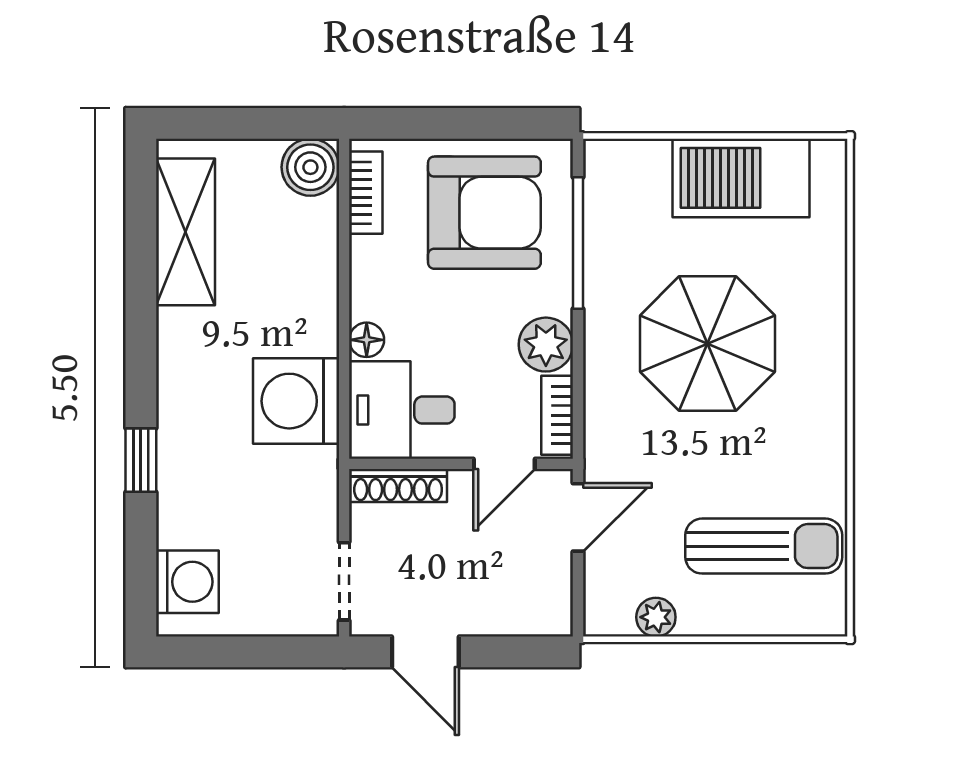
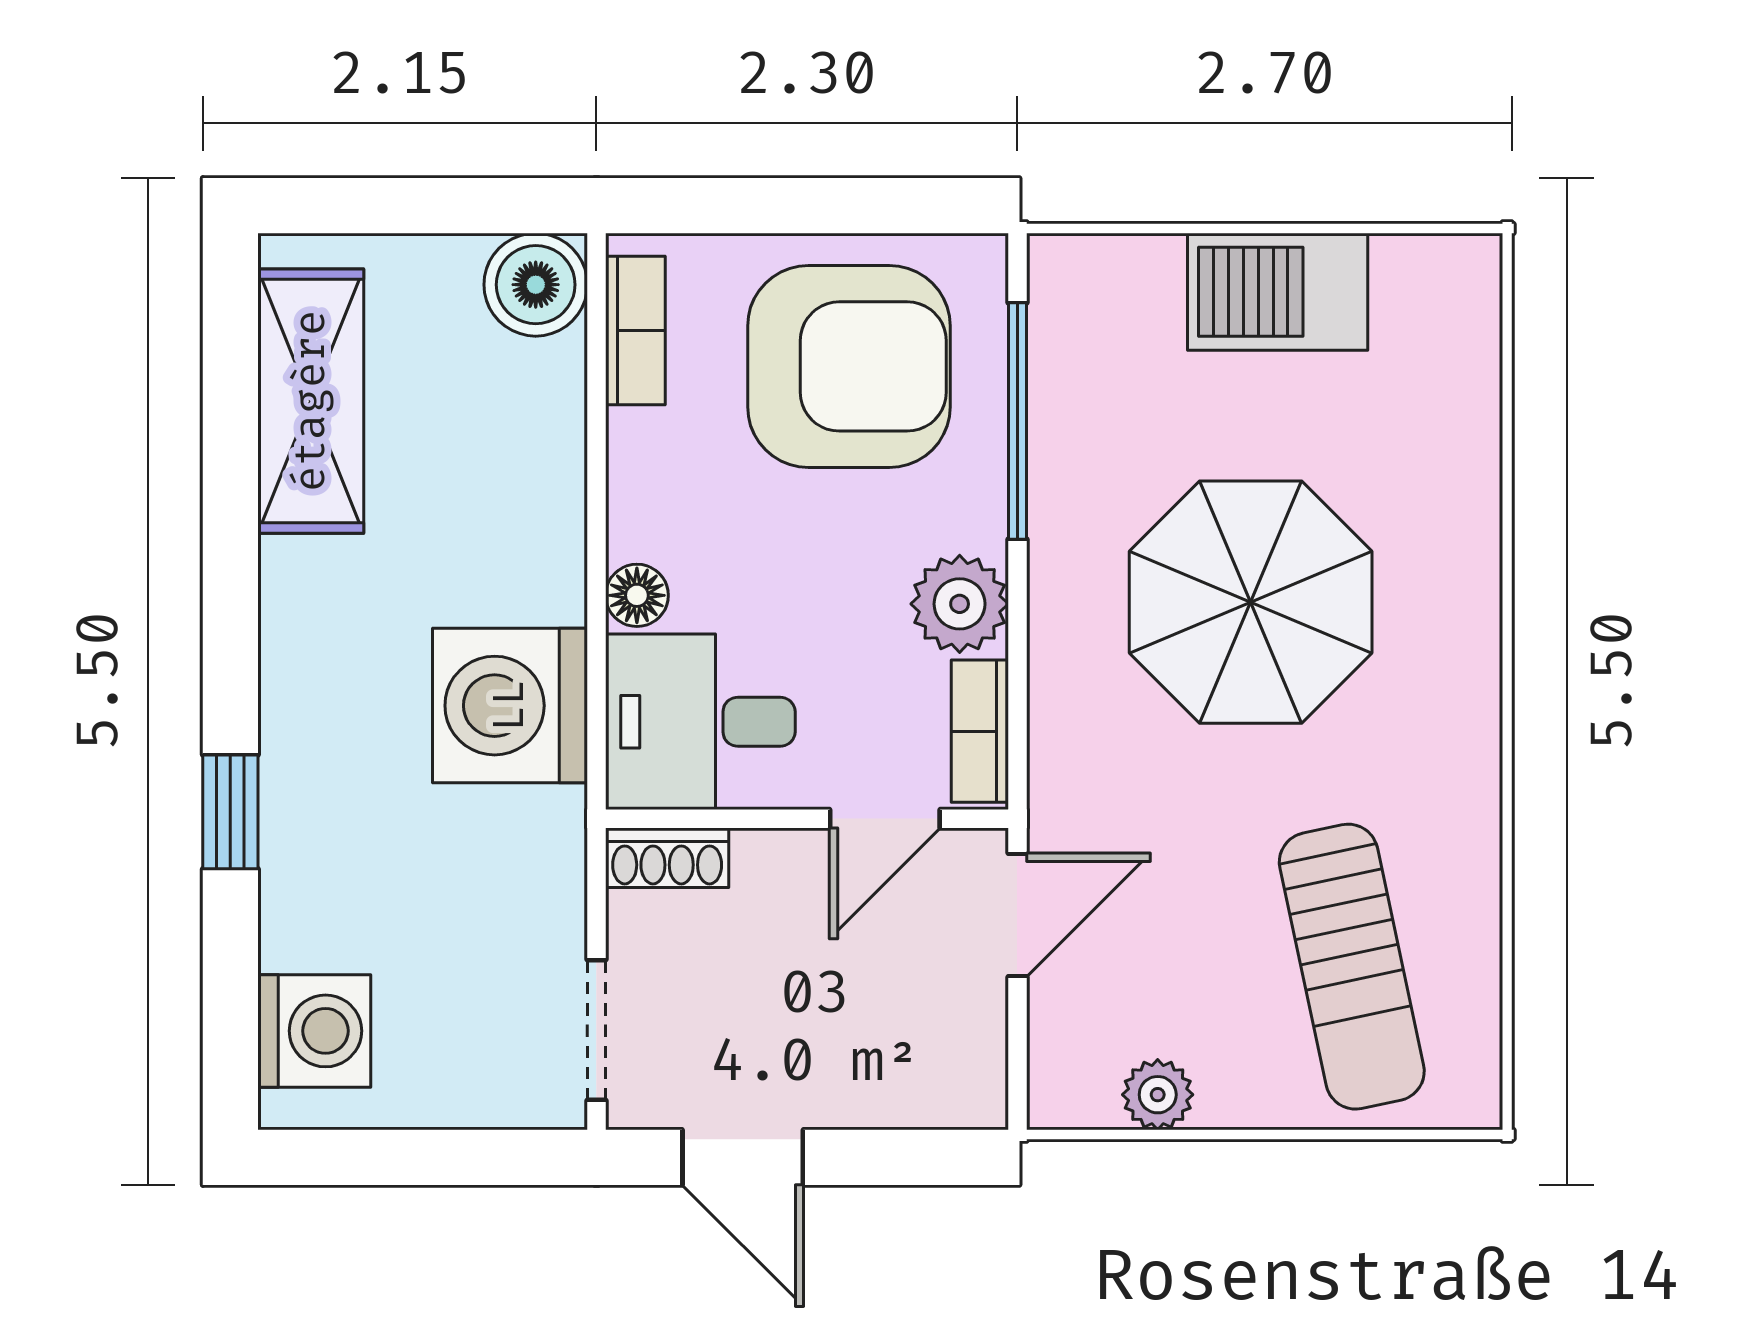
barbecue: (741, 178) -> (1278, 292), width x0.73, depth x0.83
shoe rack: (398, 486) -> (667, 858), width x0.70
sun lounger: (764, 546) -> (1352, 967), turned 78

